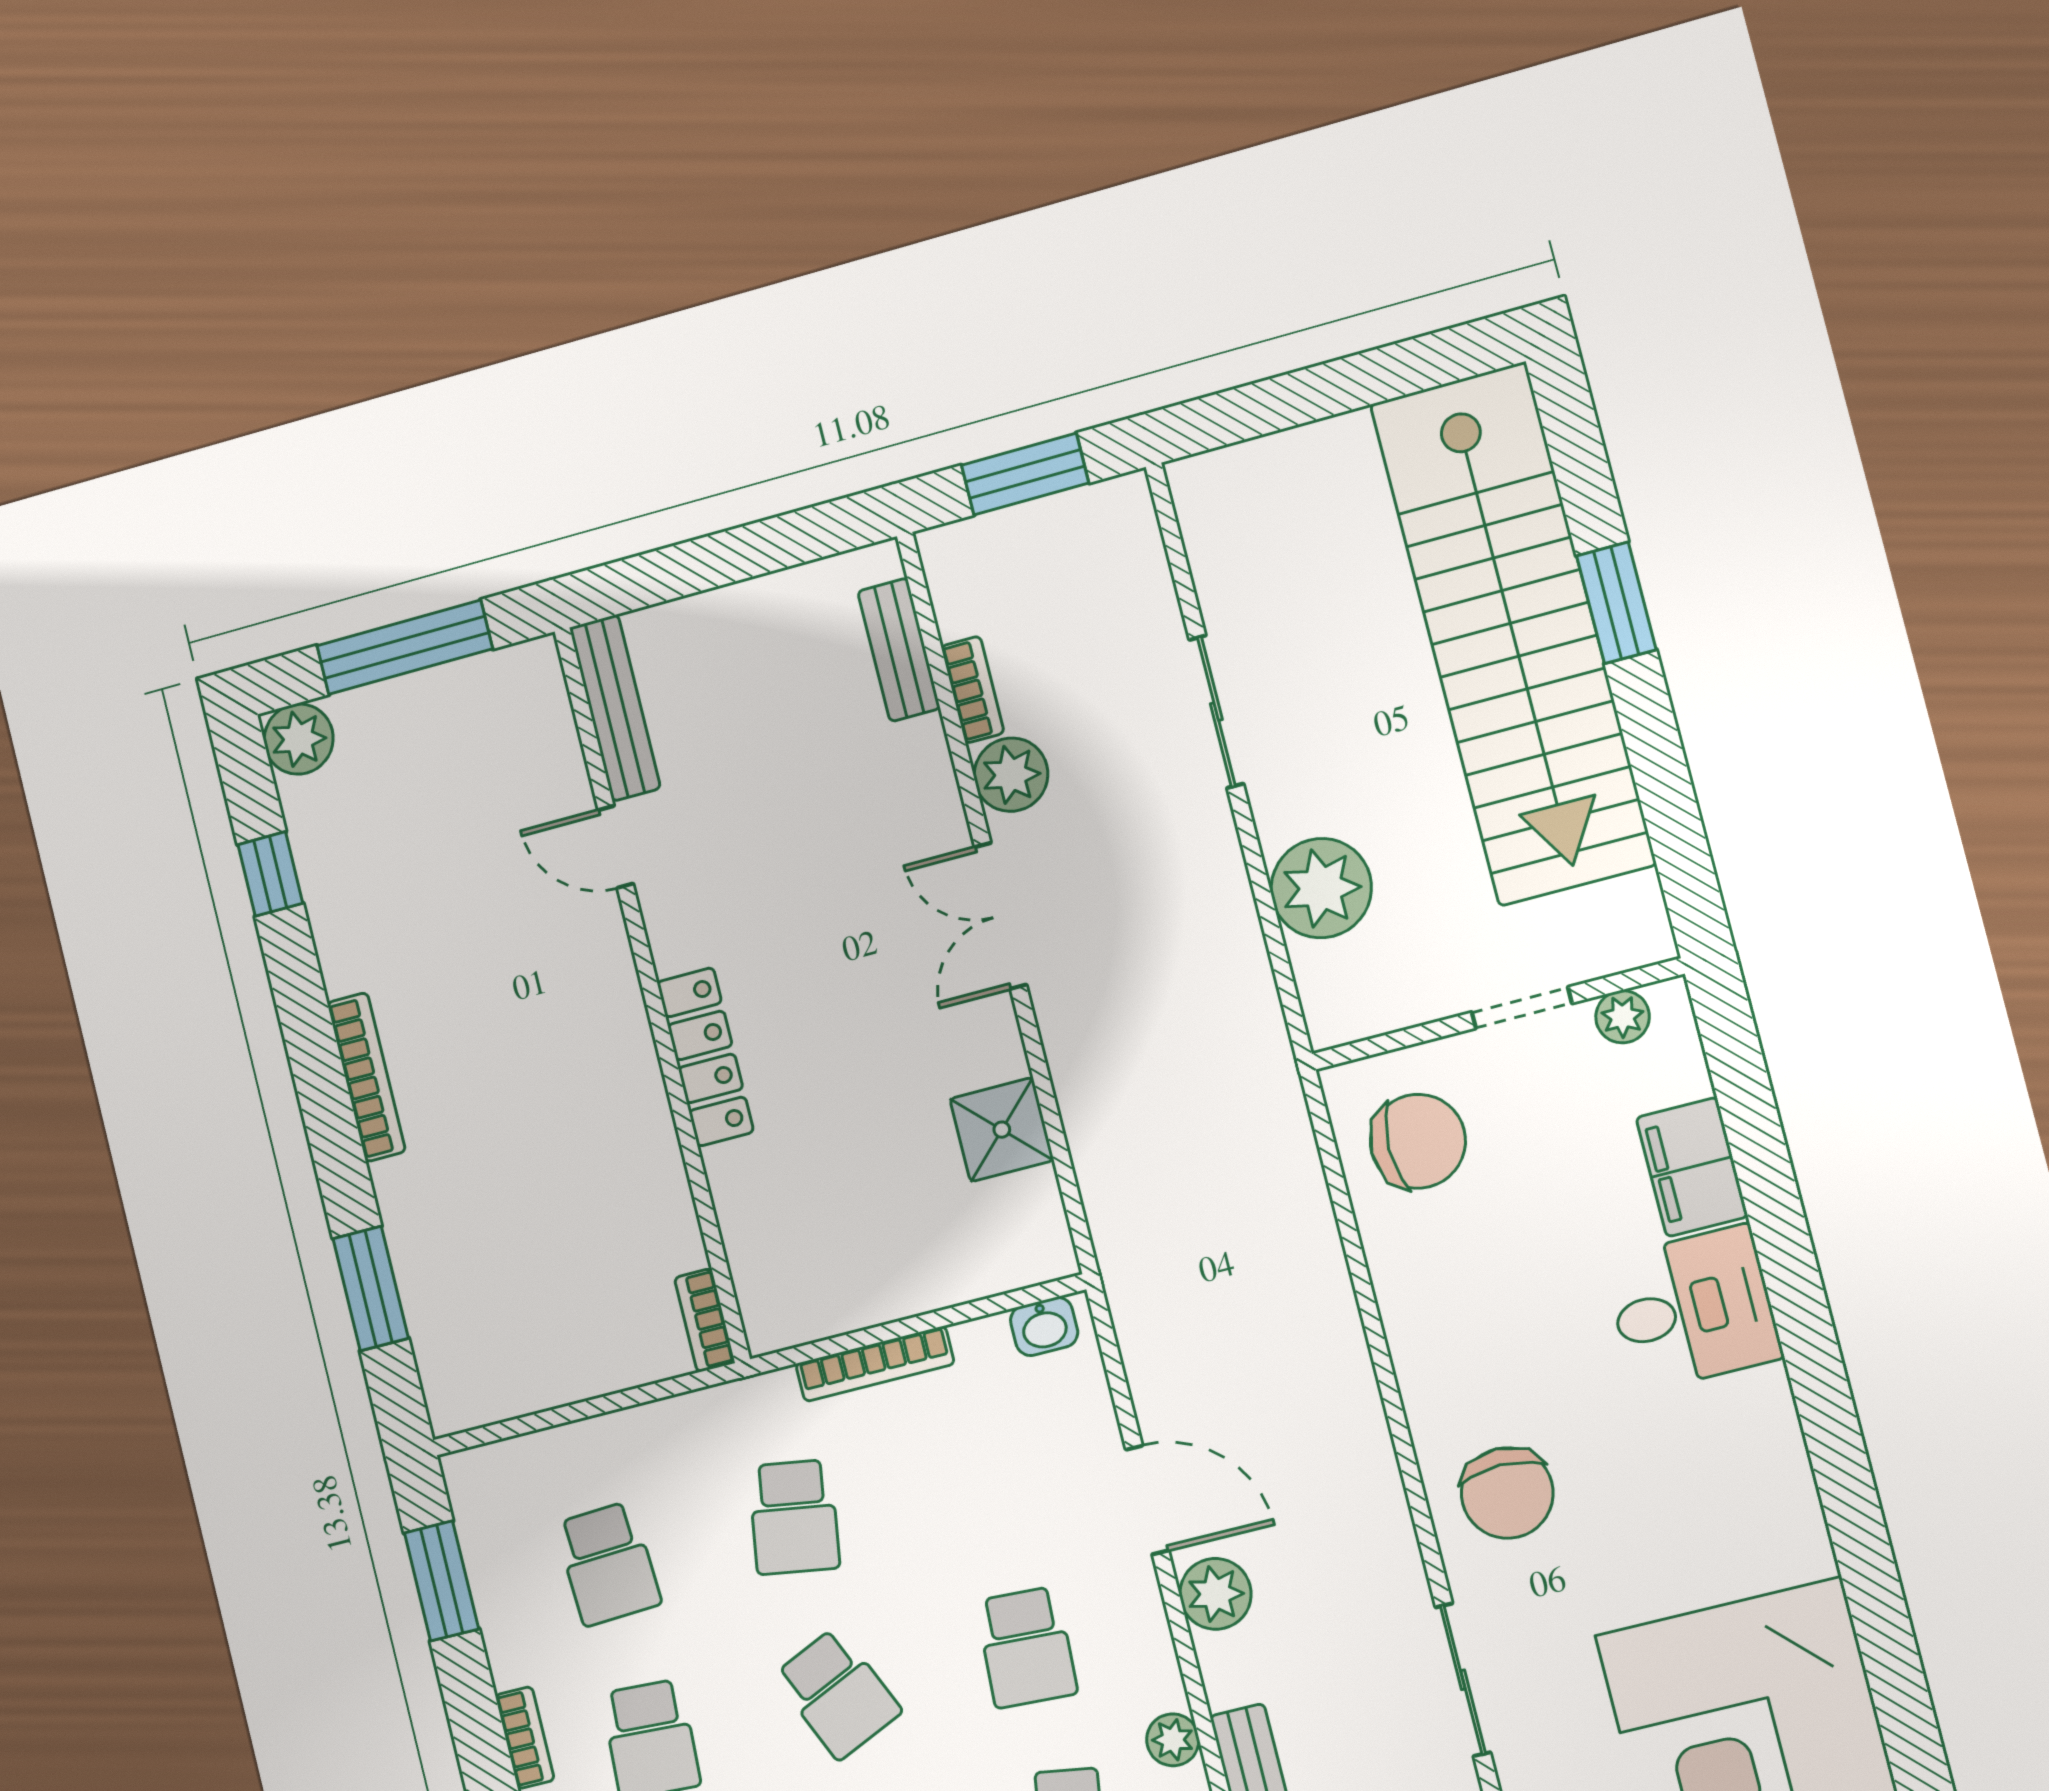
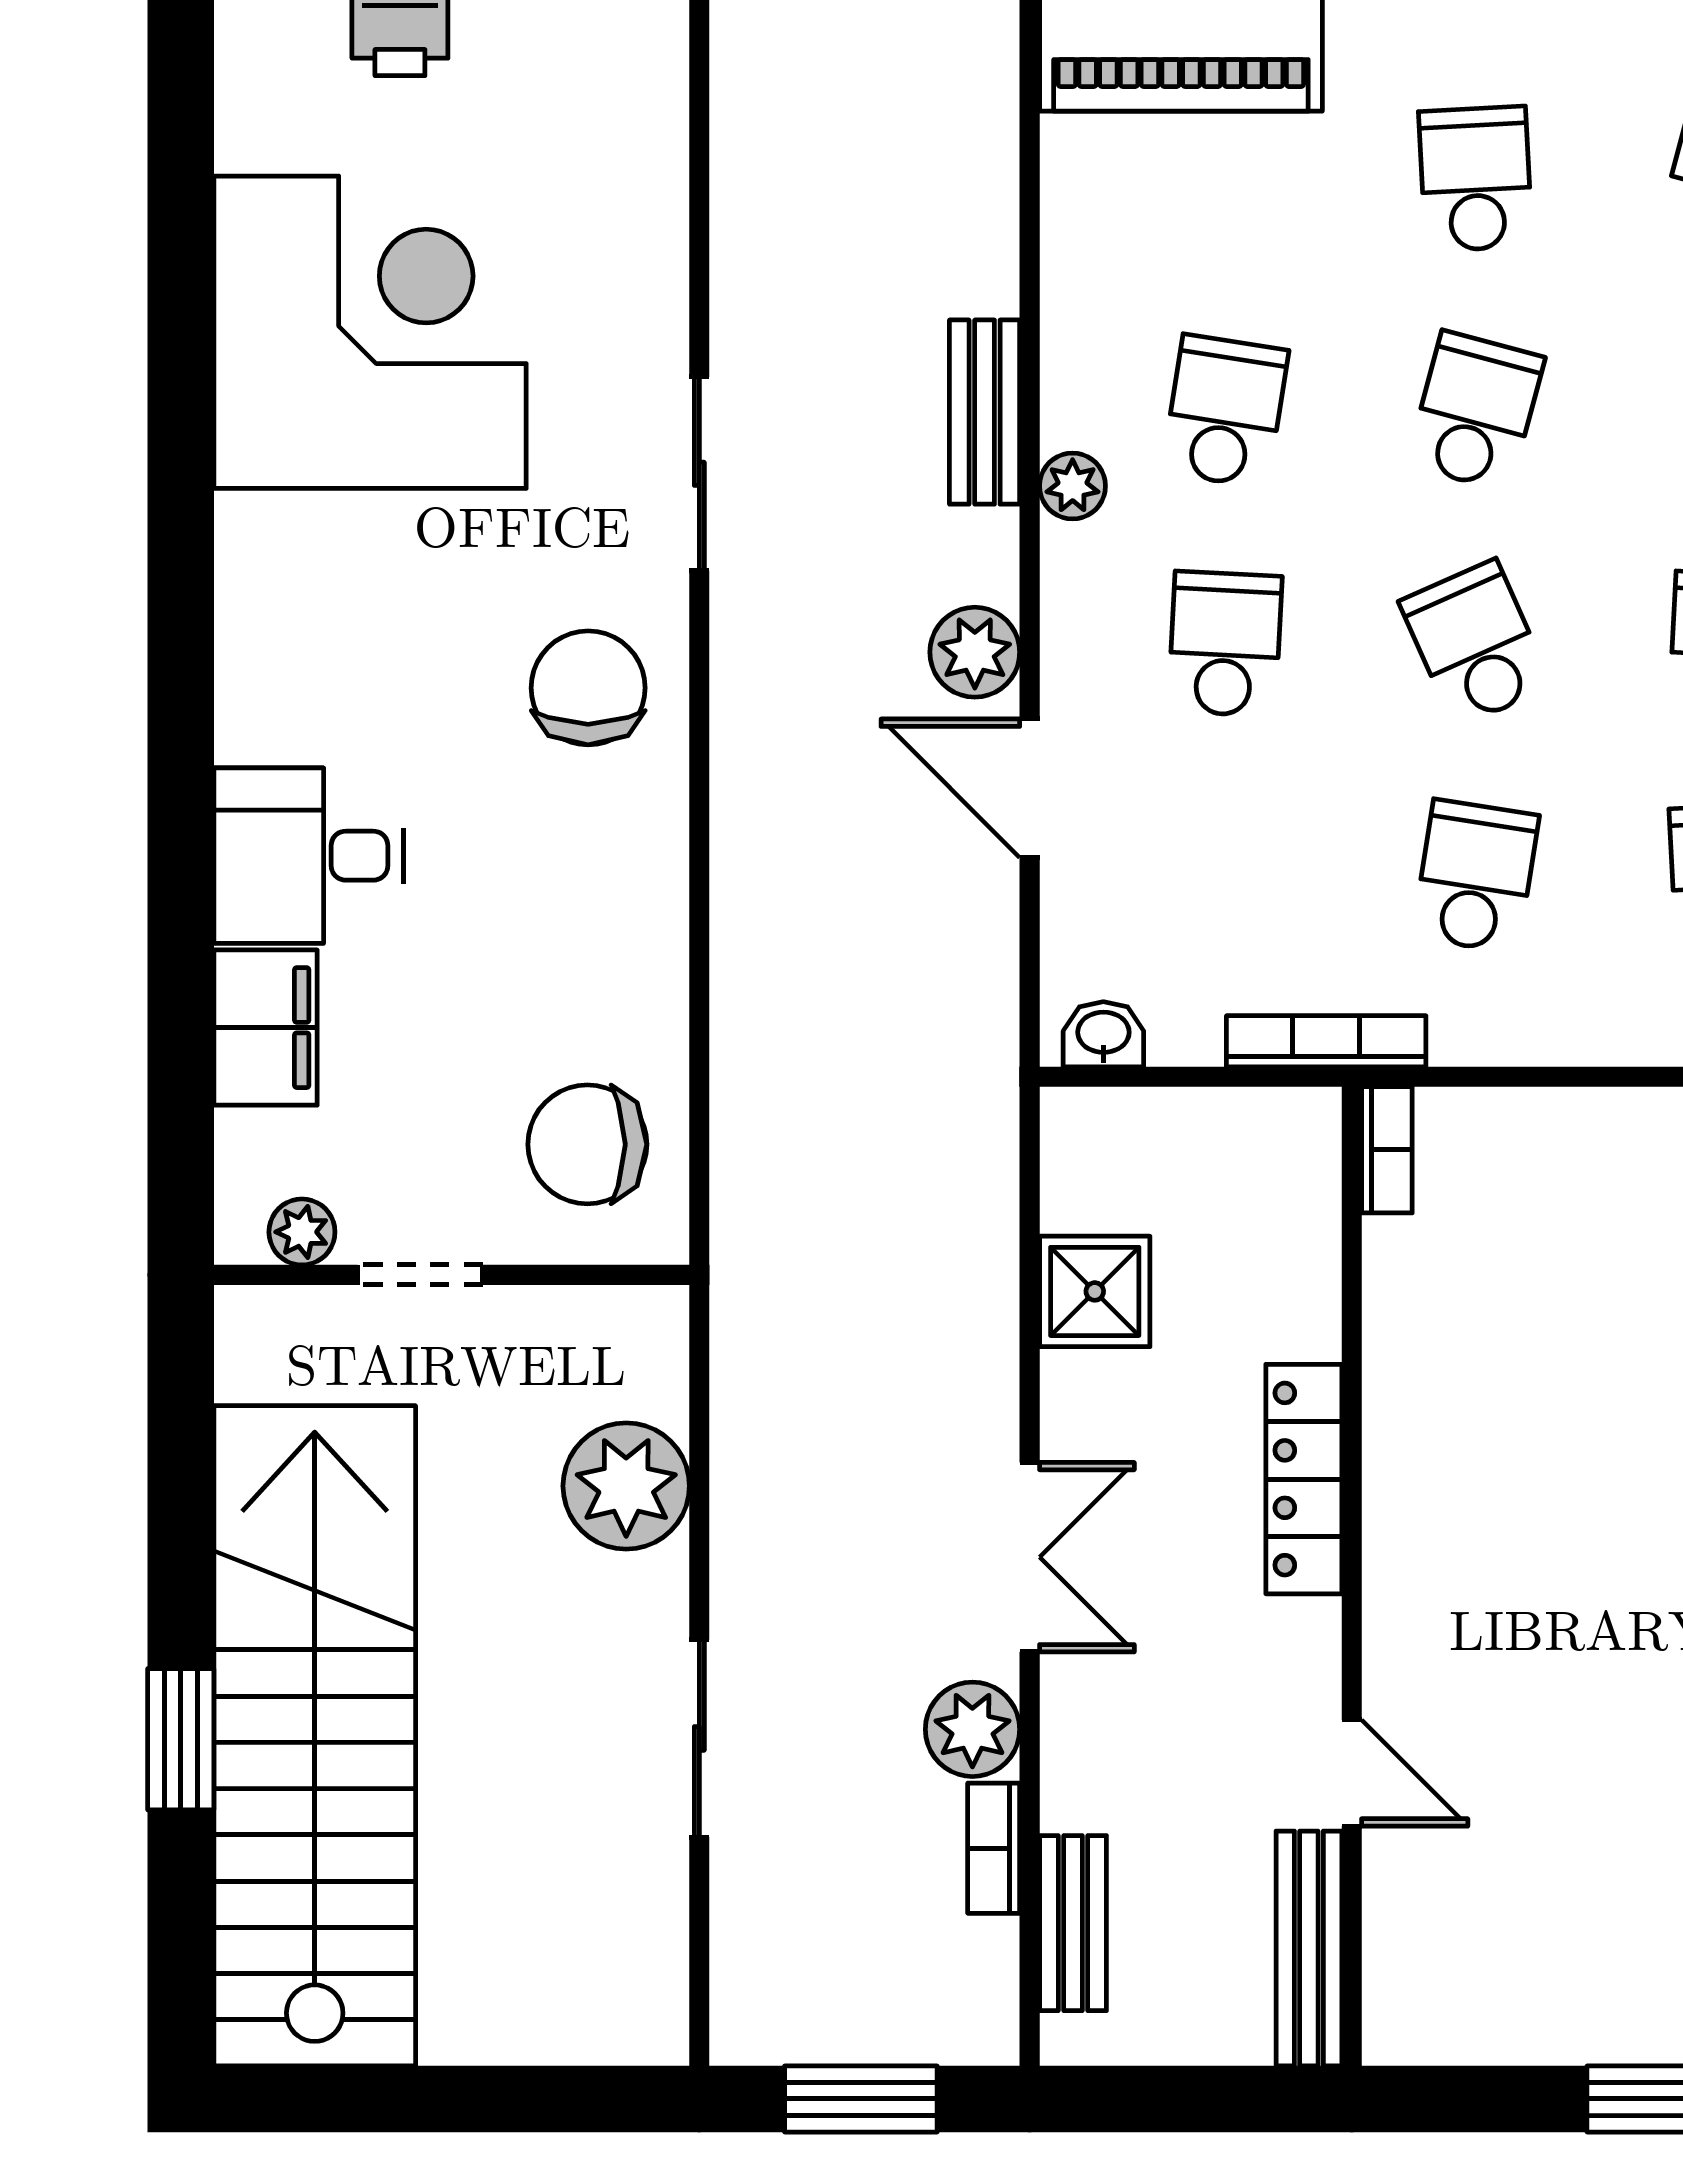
bench: (615, 708) -> (1309, 1949), moved
door: (616, 847) -> (1352, 1773), moved
wall: (652, 994) -> (1352, 1576), moved
locker: (705, 1057) -> (1304, 1479), moved
bookcase: (705, 1320) -> (1387, 1150), moved

